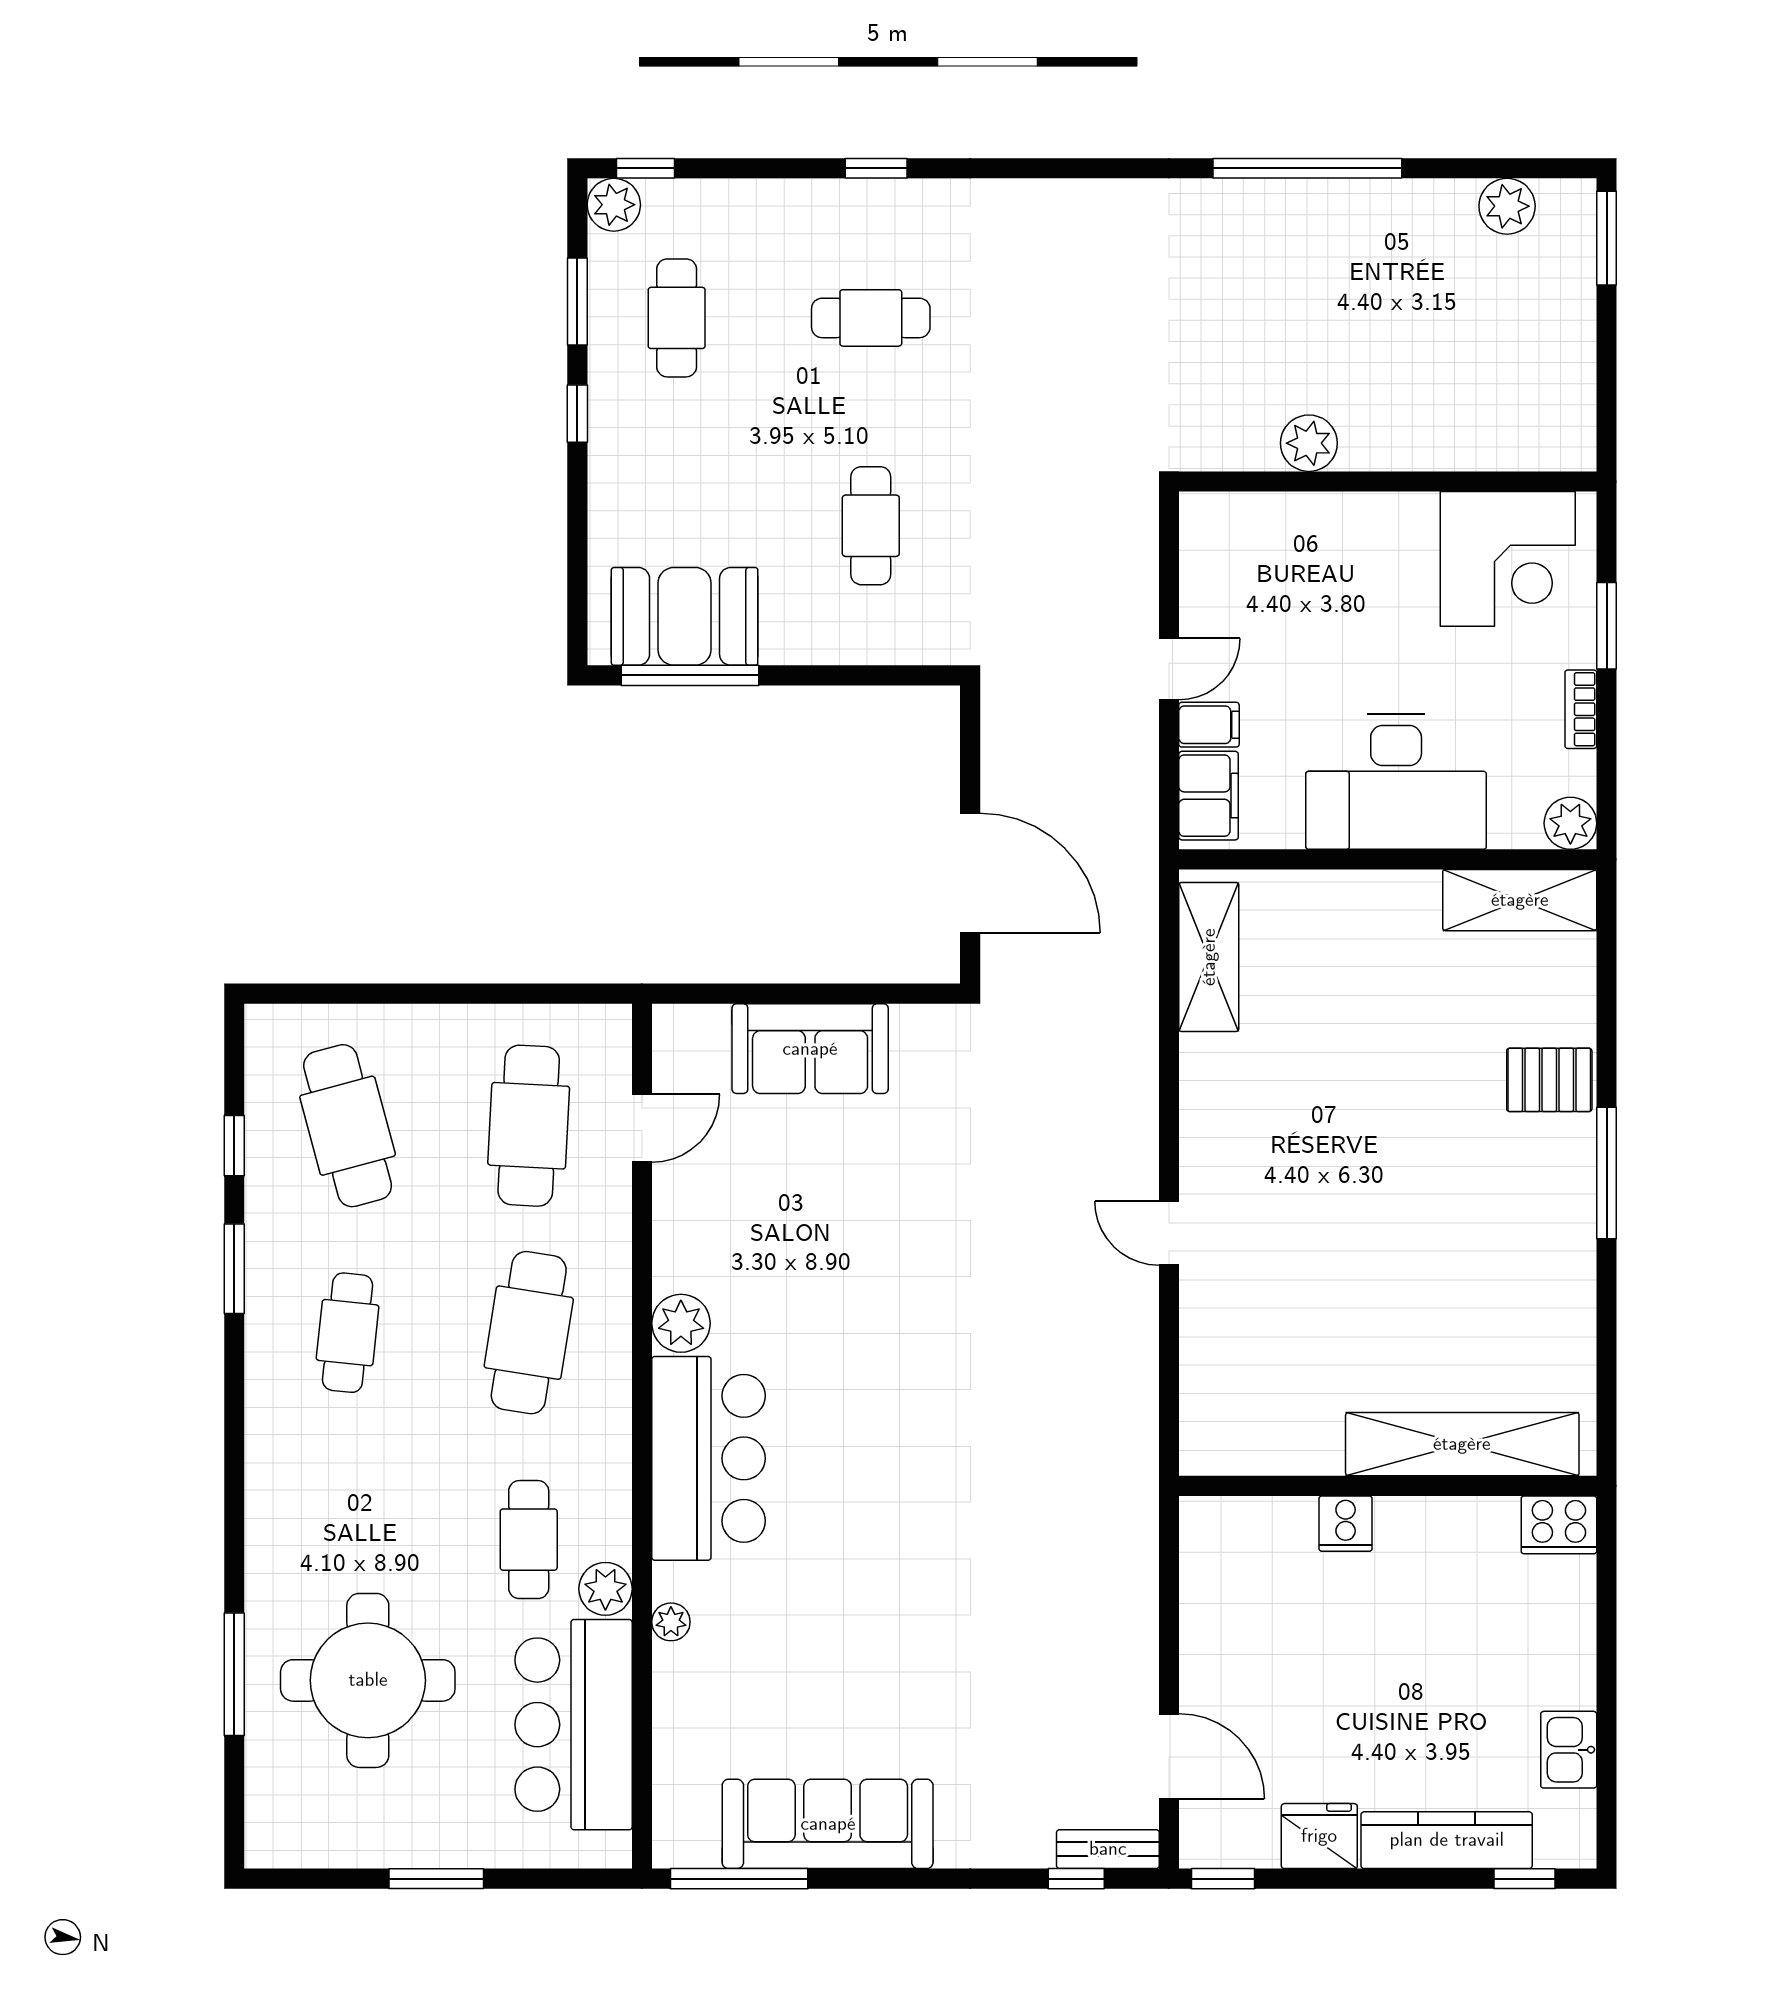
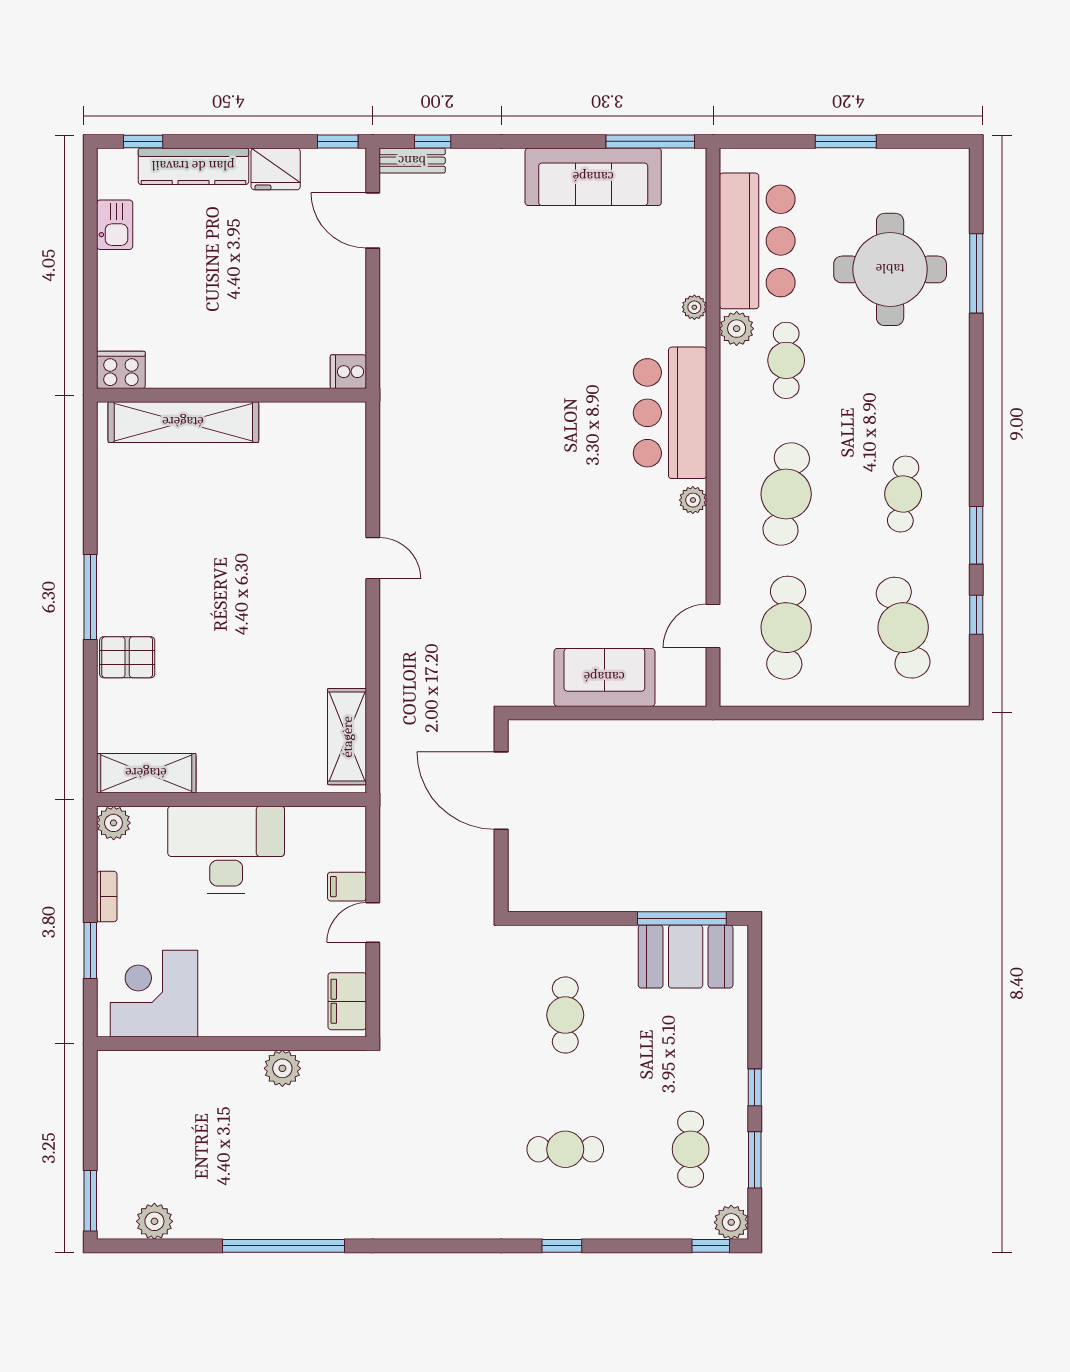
filing cabinet: (1209, 796) -> (347, 1001), moved
plant: (681, 1323) -> (693, 500), width x0.73, depth x0.73
cooker: (1346, 1524) -> (348, 372), moved, turned -90

